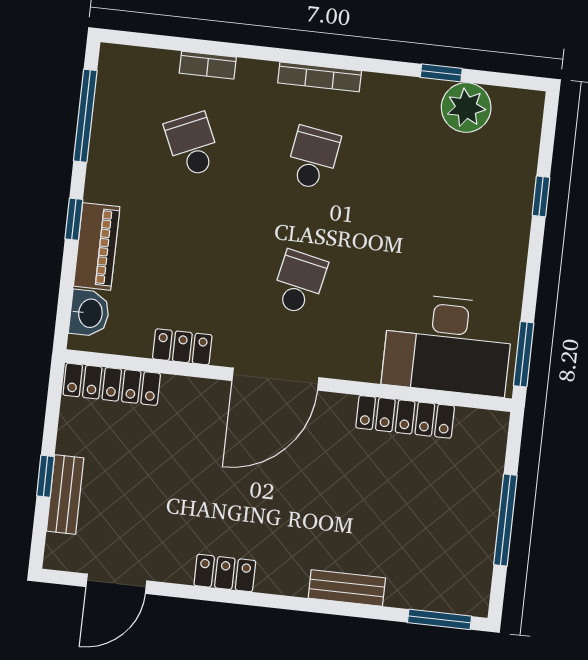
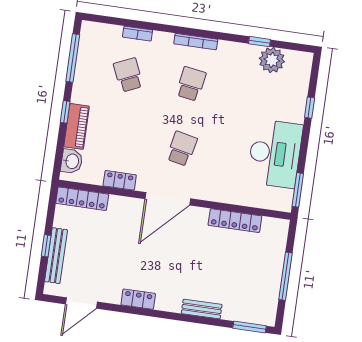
desk: (448, 345) -> (275, 154), moved, turned -90
bench: (65, 495) -> (56, 256), width x1.36

